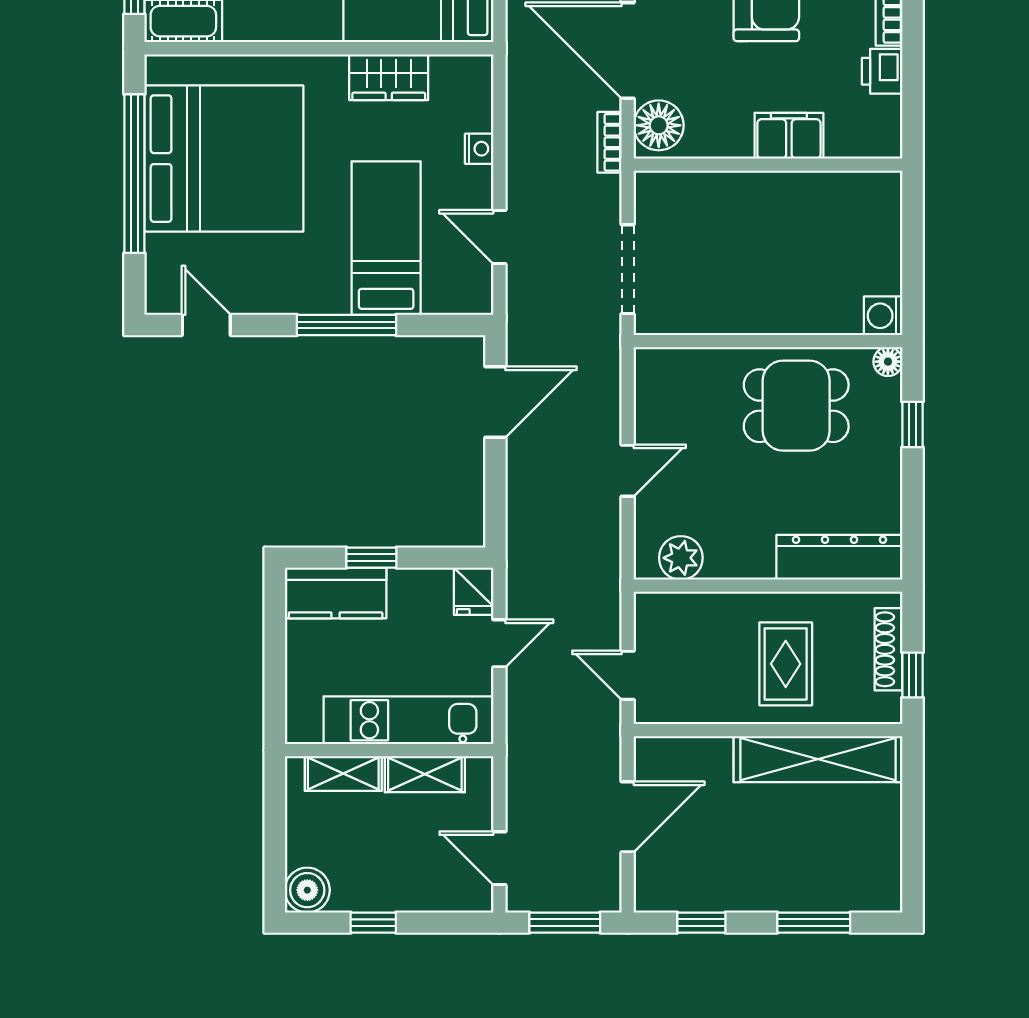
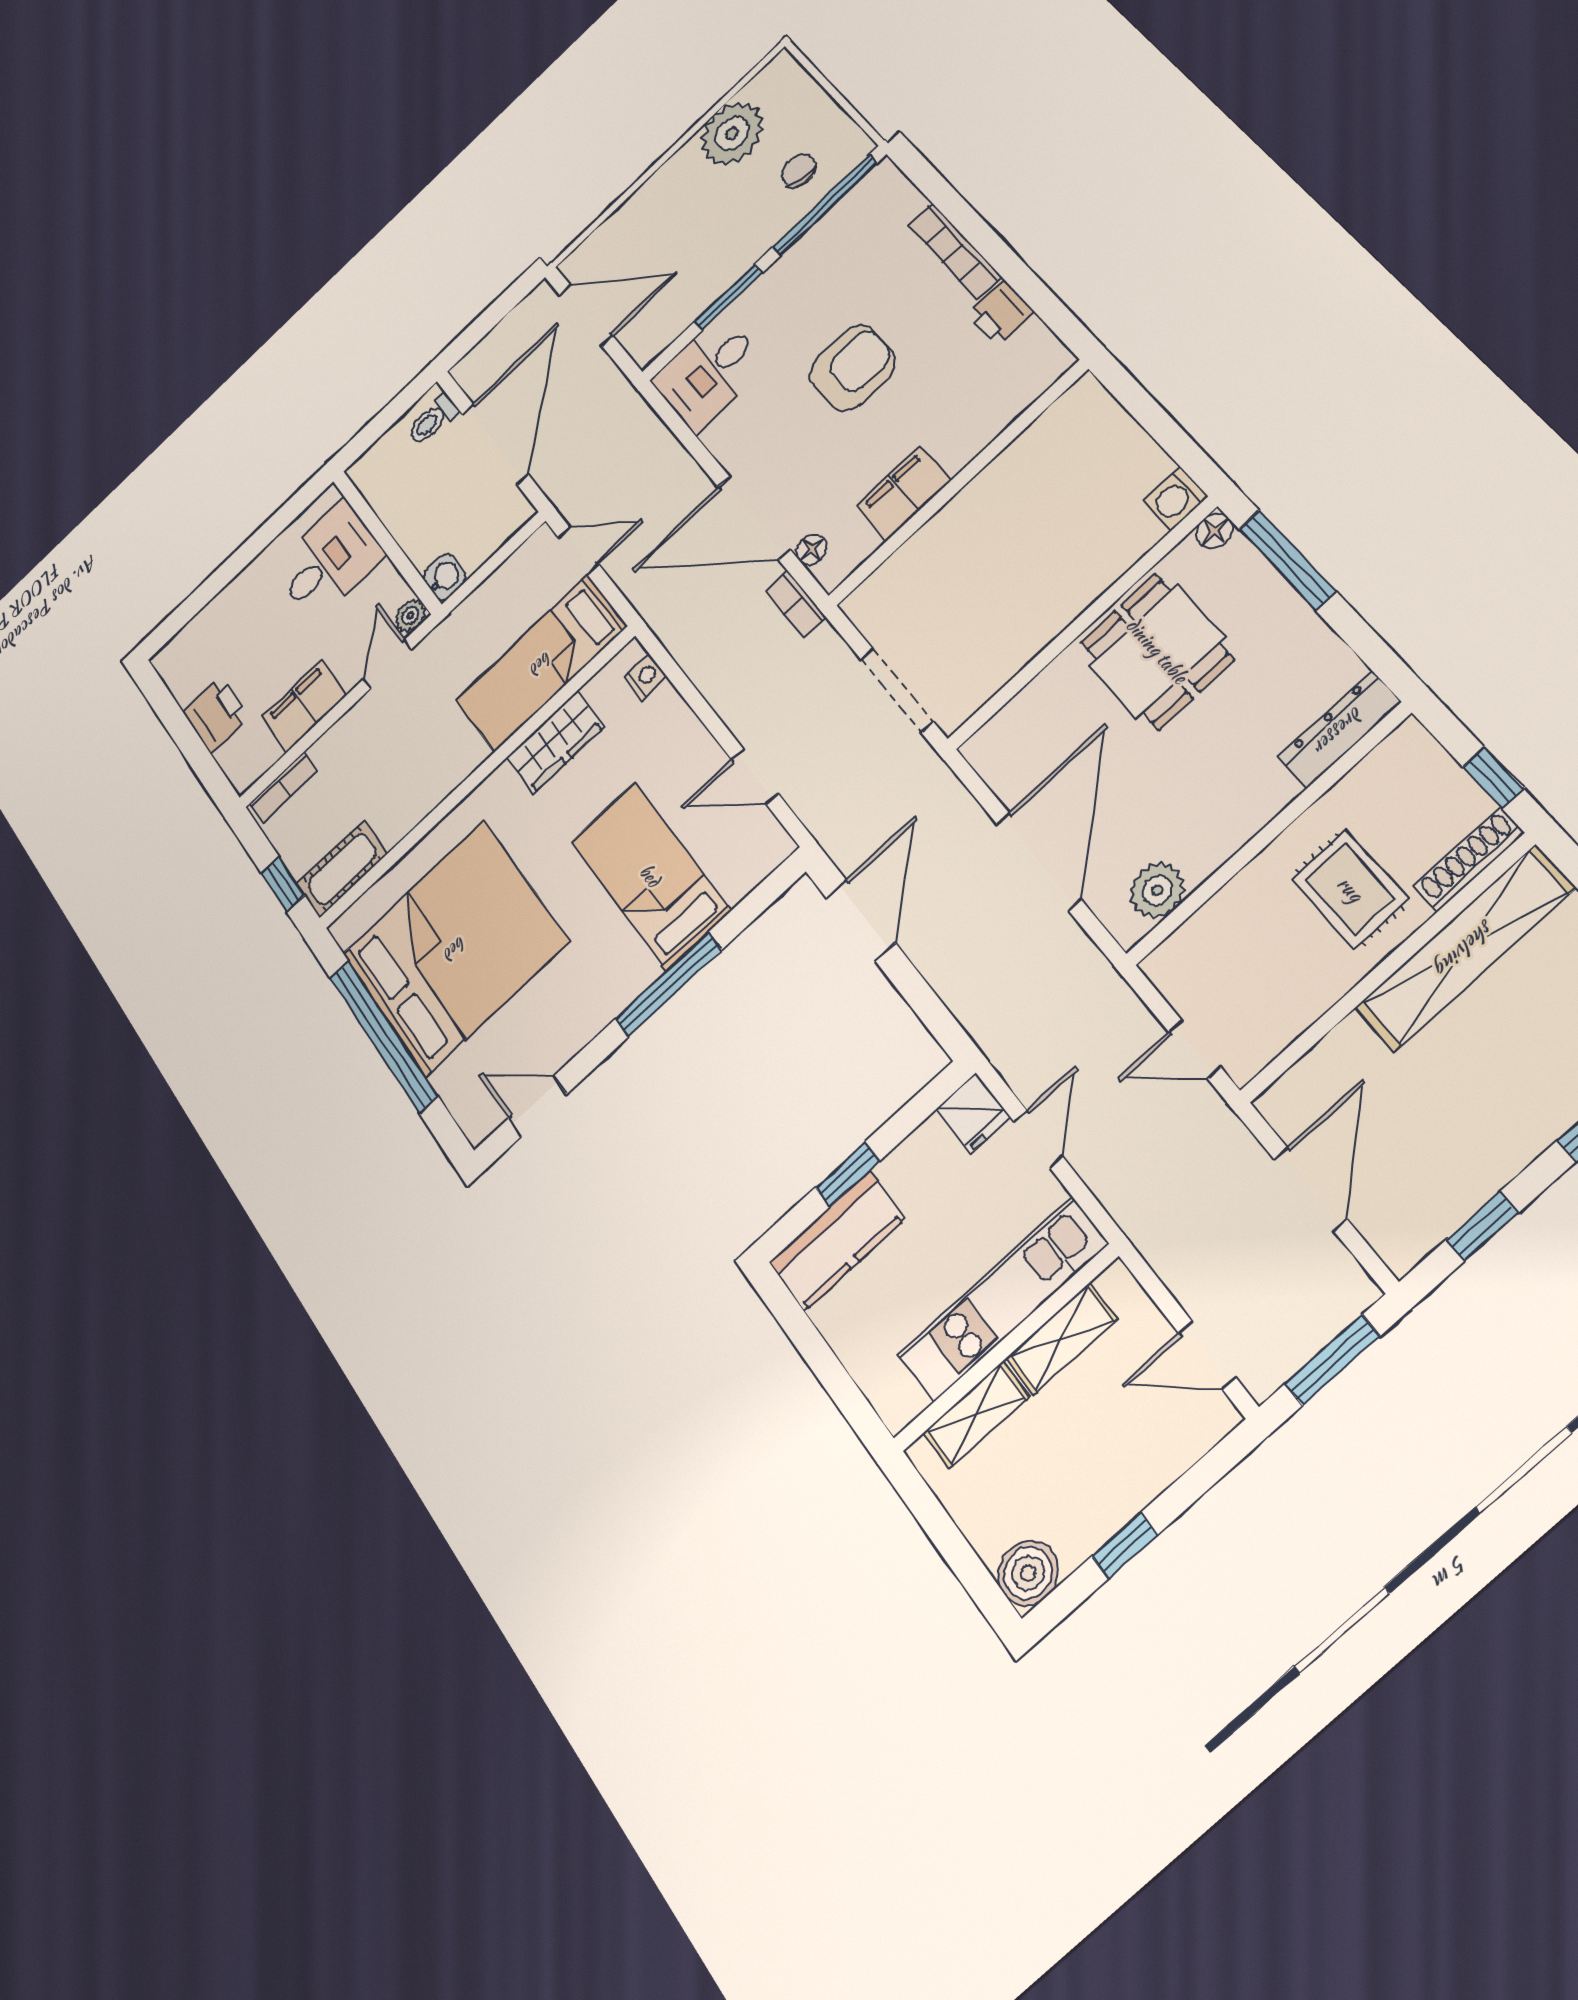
floor lamp: (659, 125) -> (812, 550), width x0.53, depth x0.53
filing cabinet: (789, 136) -> (904, 493), moved
nightstand: (479, 149) -> (645, 677), moved
dining table: (796, 406) -> (1157, 651), turned 90
window: (912, 425) -> (1287, 560), width x2.17
door: (628, 471) -> (1039, 861), width x1.87
dresser: (839, 557) -> (1339, 730), width x0.73, depth x0.80
shoe rack: (889, 649) -> (1469, 859), moved, turned 90

